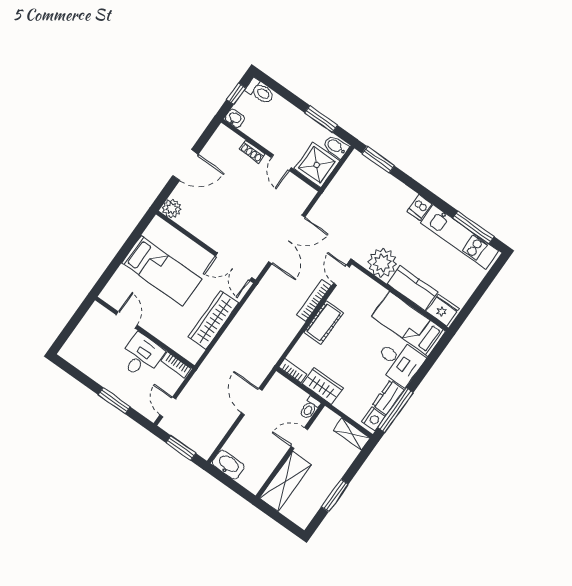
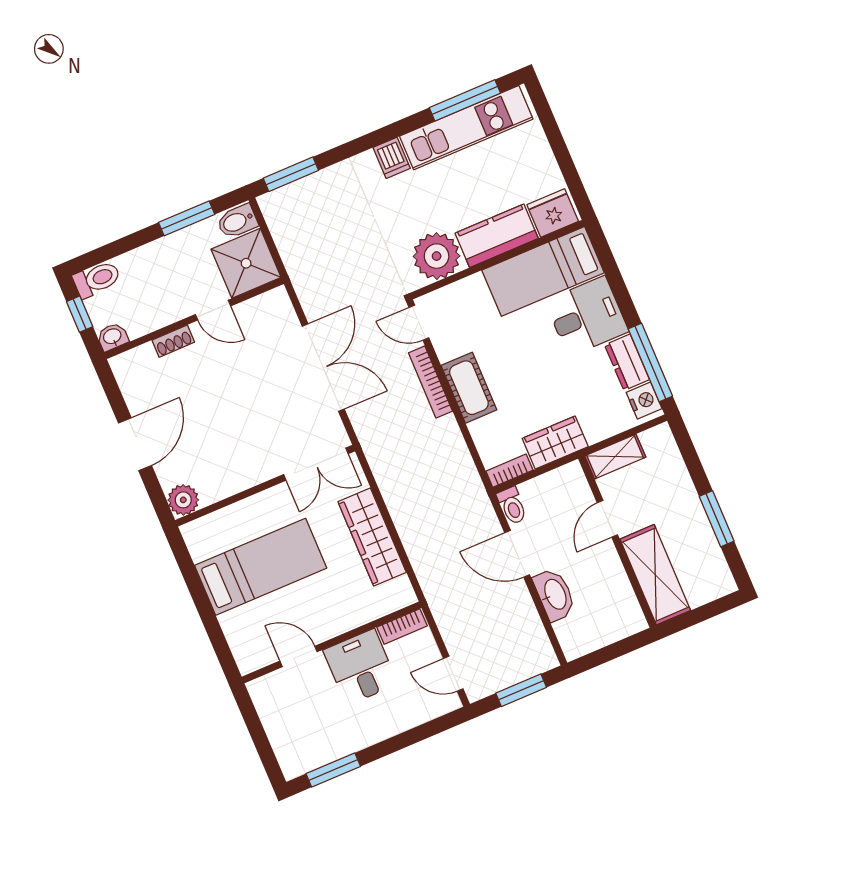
window: (114, 401) -> (333, 770), moved
toilet: (310, 408) -> (512, 506), moved
shelving: (352, 434) -> (615, 457), moved
washbasin: (228, 465) -> (555, 595), moved, turned 90

